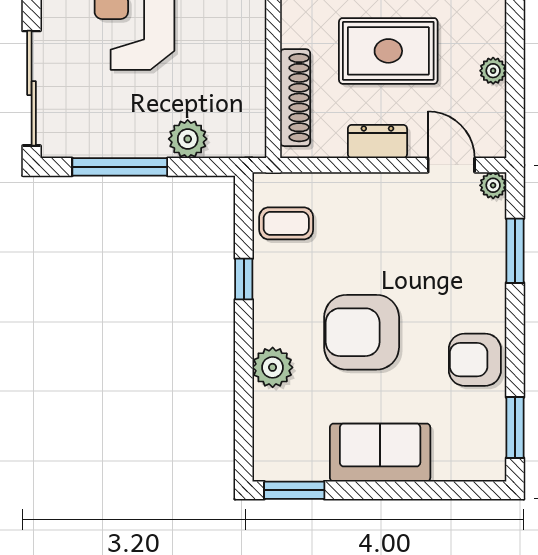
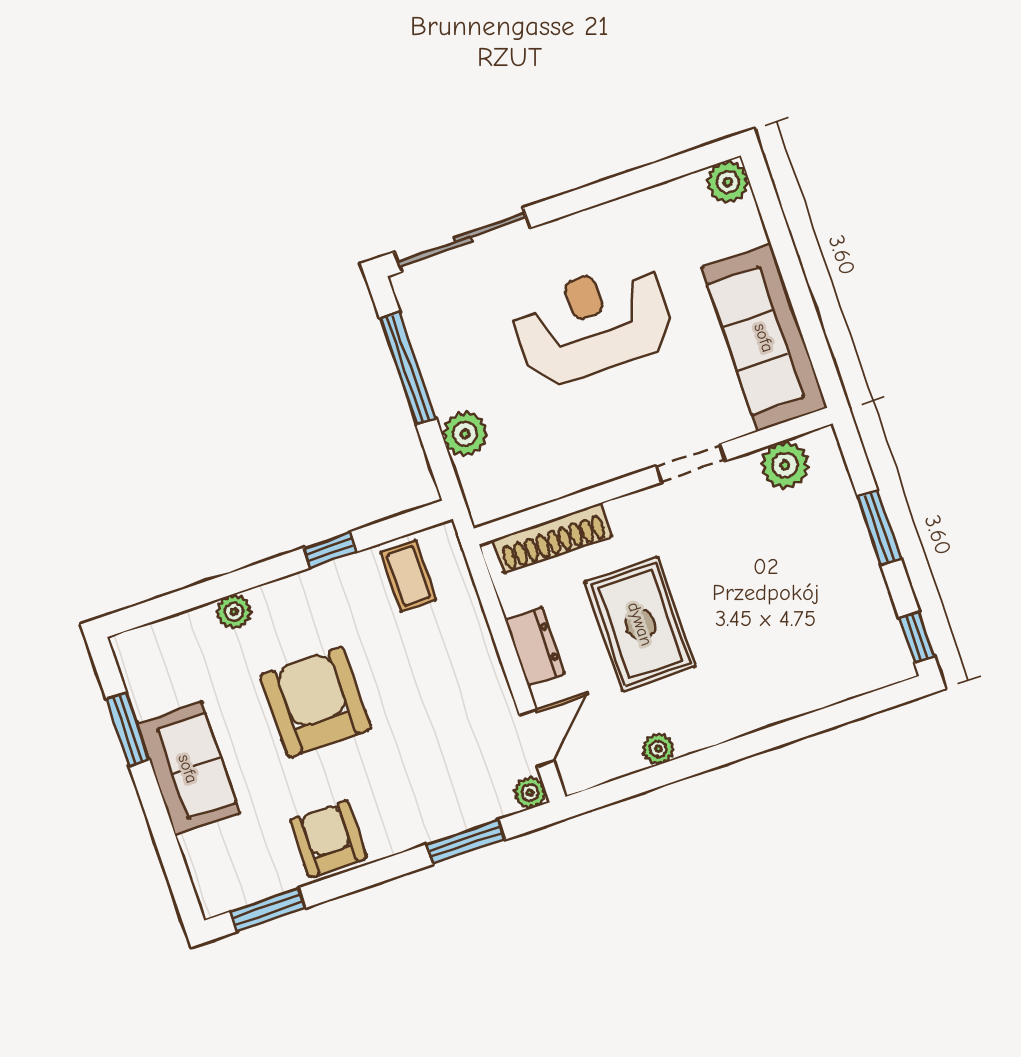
plant: (273, 367) -> (234, 612), width x0.73, depth x0.73
window: (294, 490) -> (128, 729), moved

